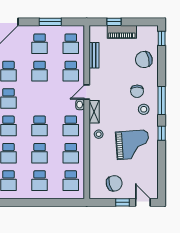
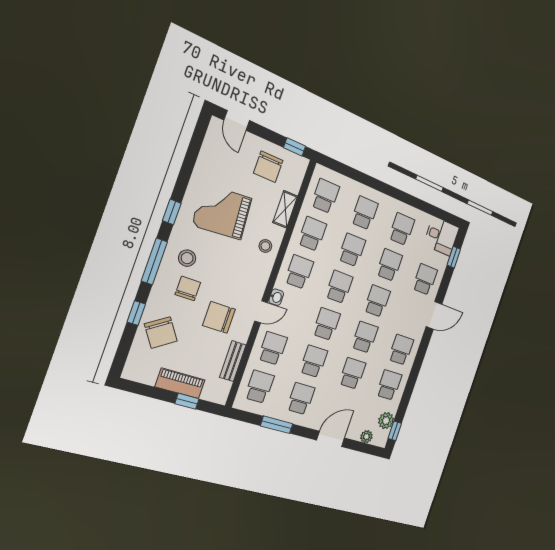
window: (162, 38) -> (136, 313), moved
chair: (144, 60) -> (161, 333), turned 69
chair: (112, 80) -> (219, 317), added
school desk: (40, 99) -> (326, 324), added
shelving: (94, 112) -> (285, 209), moved
chair: (114, 183) -> (268, 167), turned -74
window: (122, 202) -> (295, 147), moved

